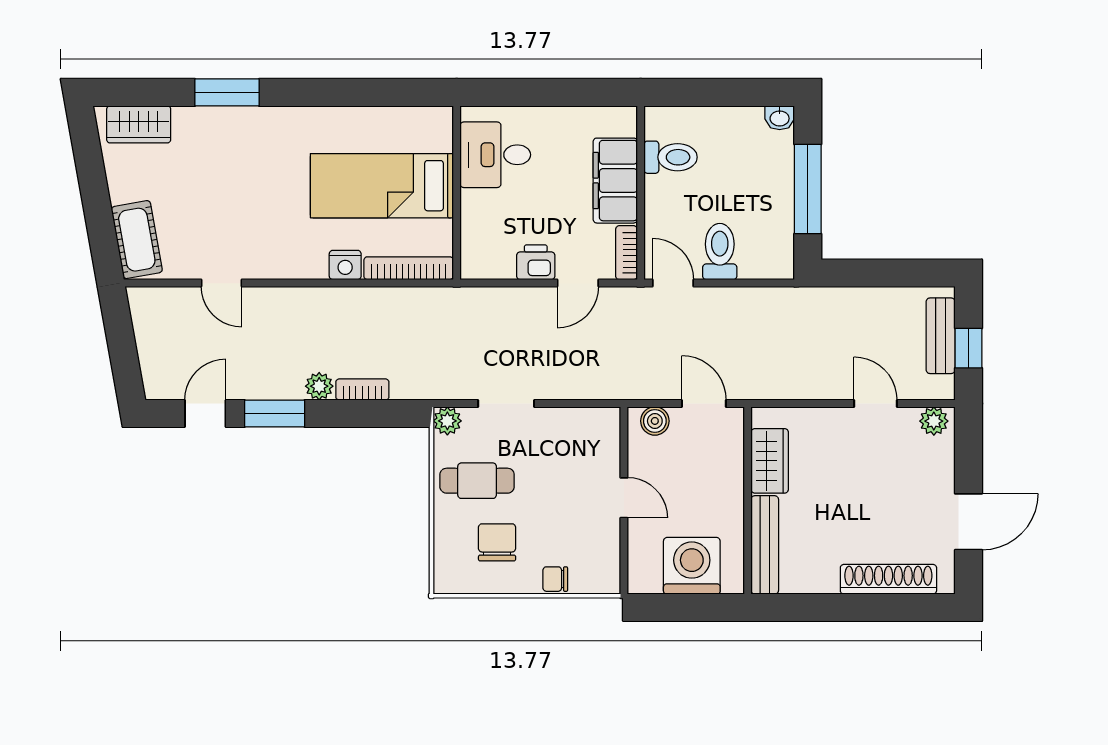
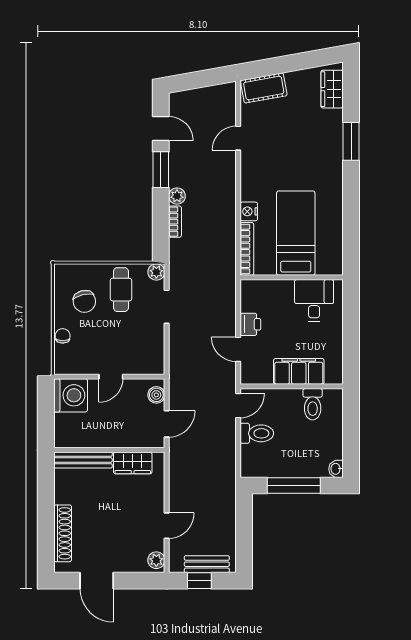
bookcase: (626, 253) -> (256, 378), removed
chair: (497, 542) -> (84, 301), turned 77
washing machine: (692, 566) -> (71, 395), moved

